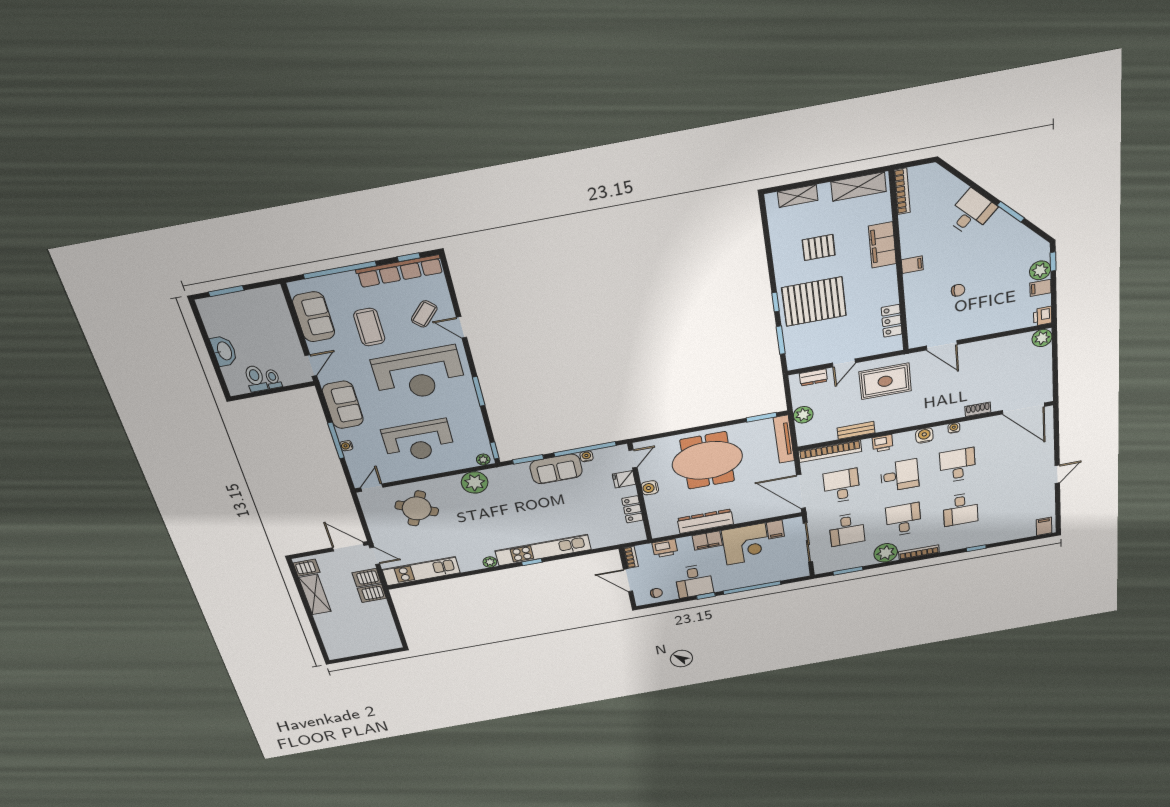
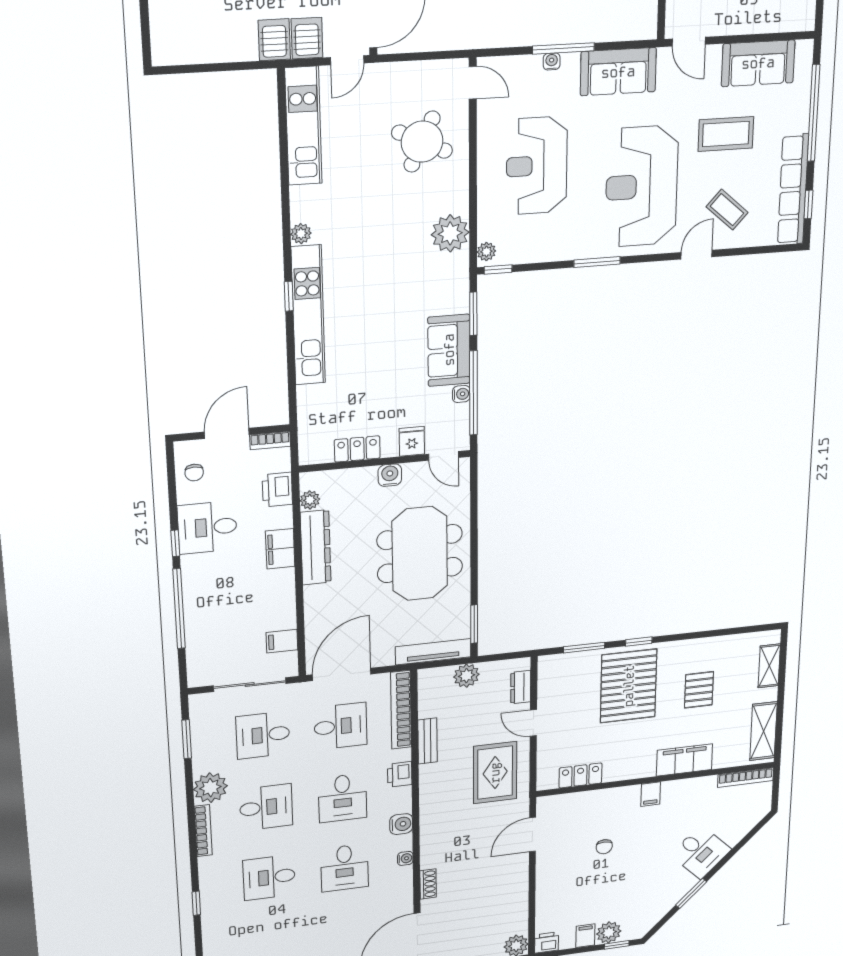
desk: (958, 465) -> (344, 868), turned 90
plant: (671, 530) -> (310, 500), added
corner desk: (746, 544) -> (263, 601), removed

